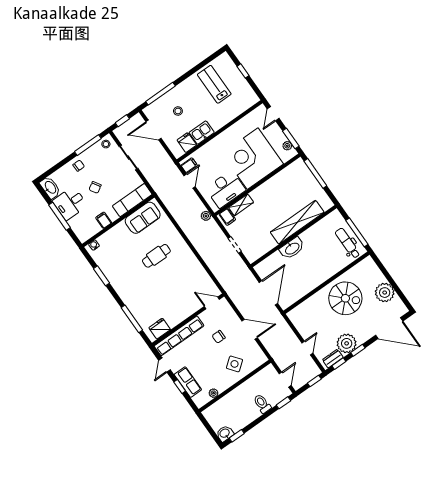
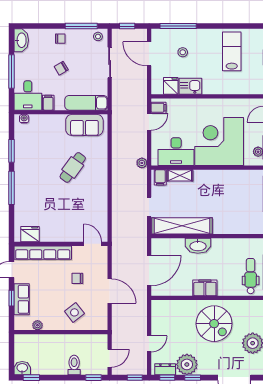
desk: (70, 203) -> (28, 96), moved, turned -90
shelving: (297, 222) -> (182, 226), moved
cafe table: (156, 256) -> (73, 167), turned -54
filing cabinet: (320, 276) -> (205, 288), added
window: (132, 319) -> (11, 188), moved

